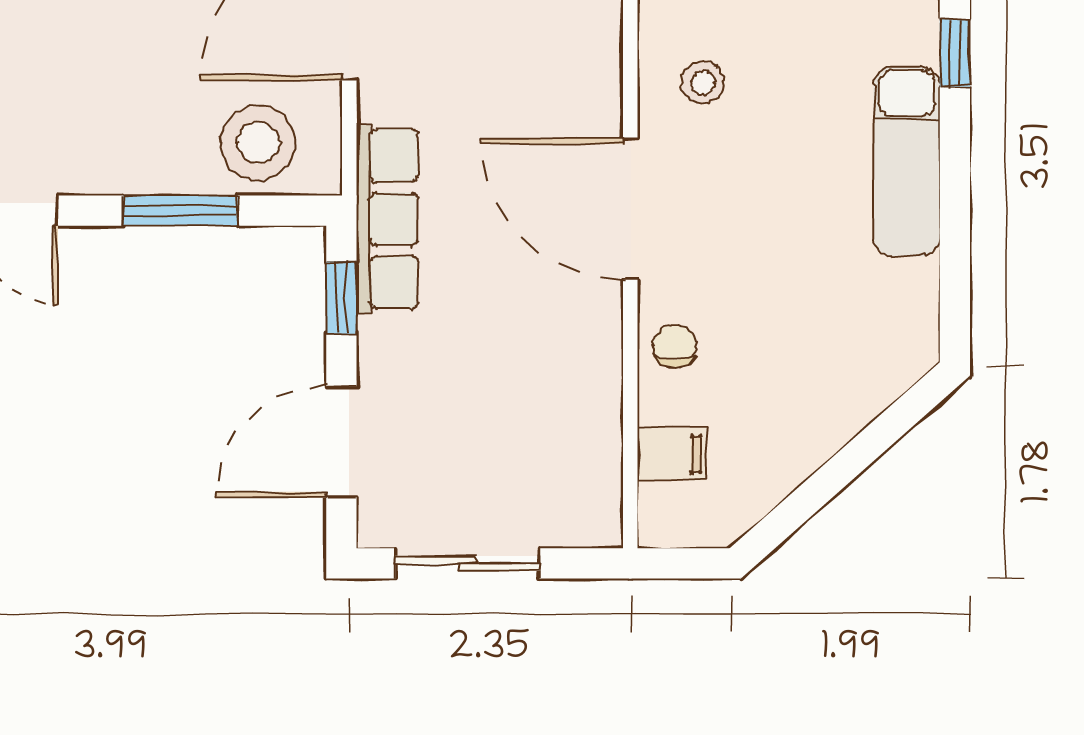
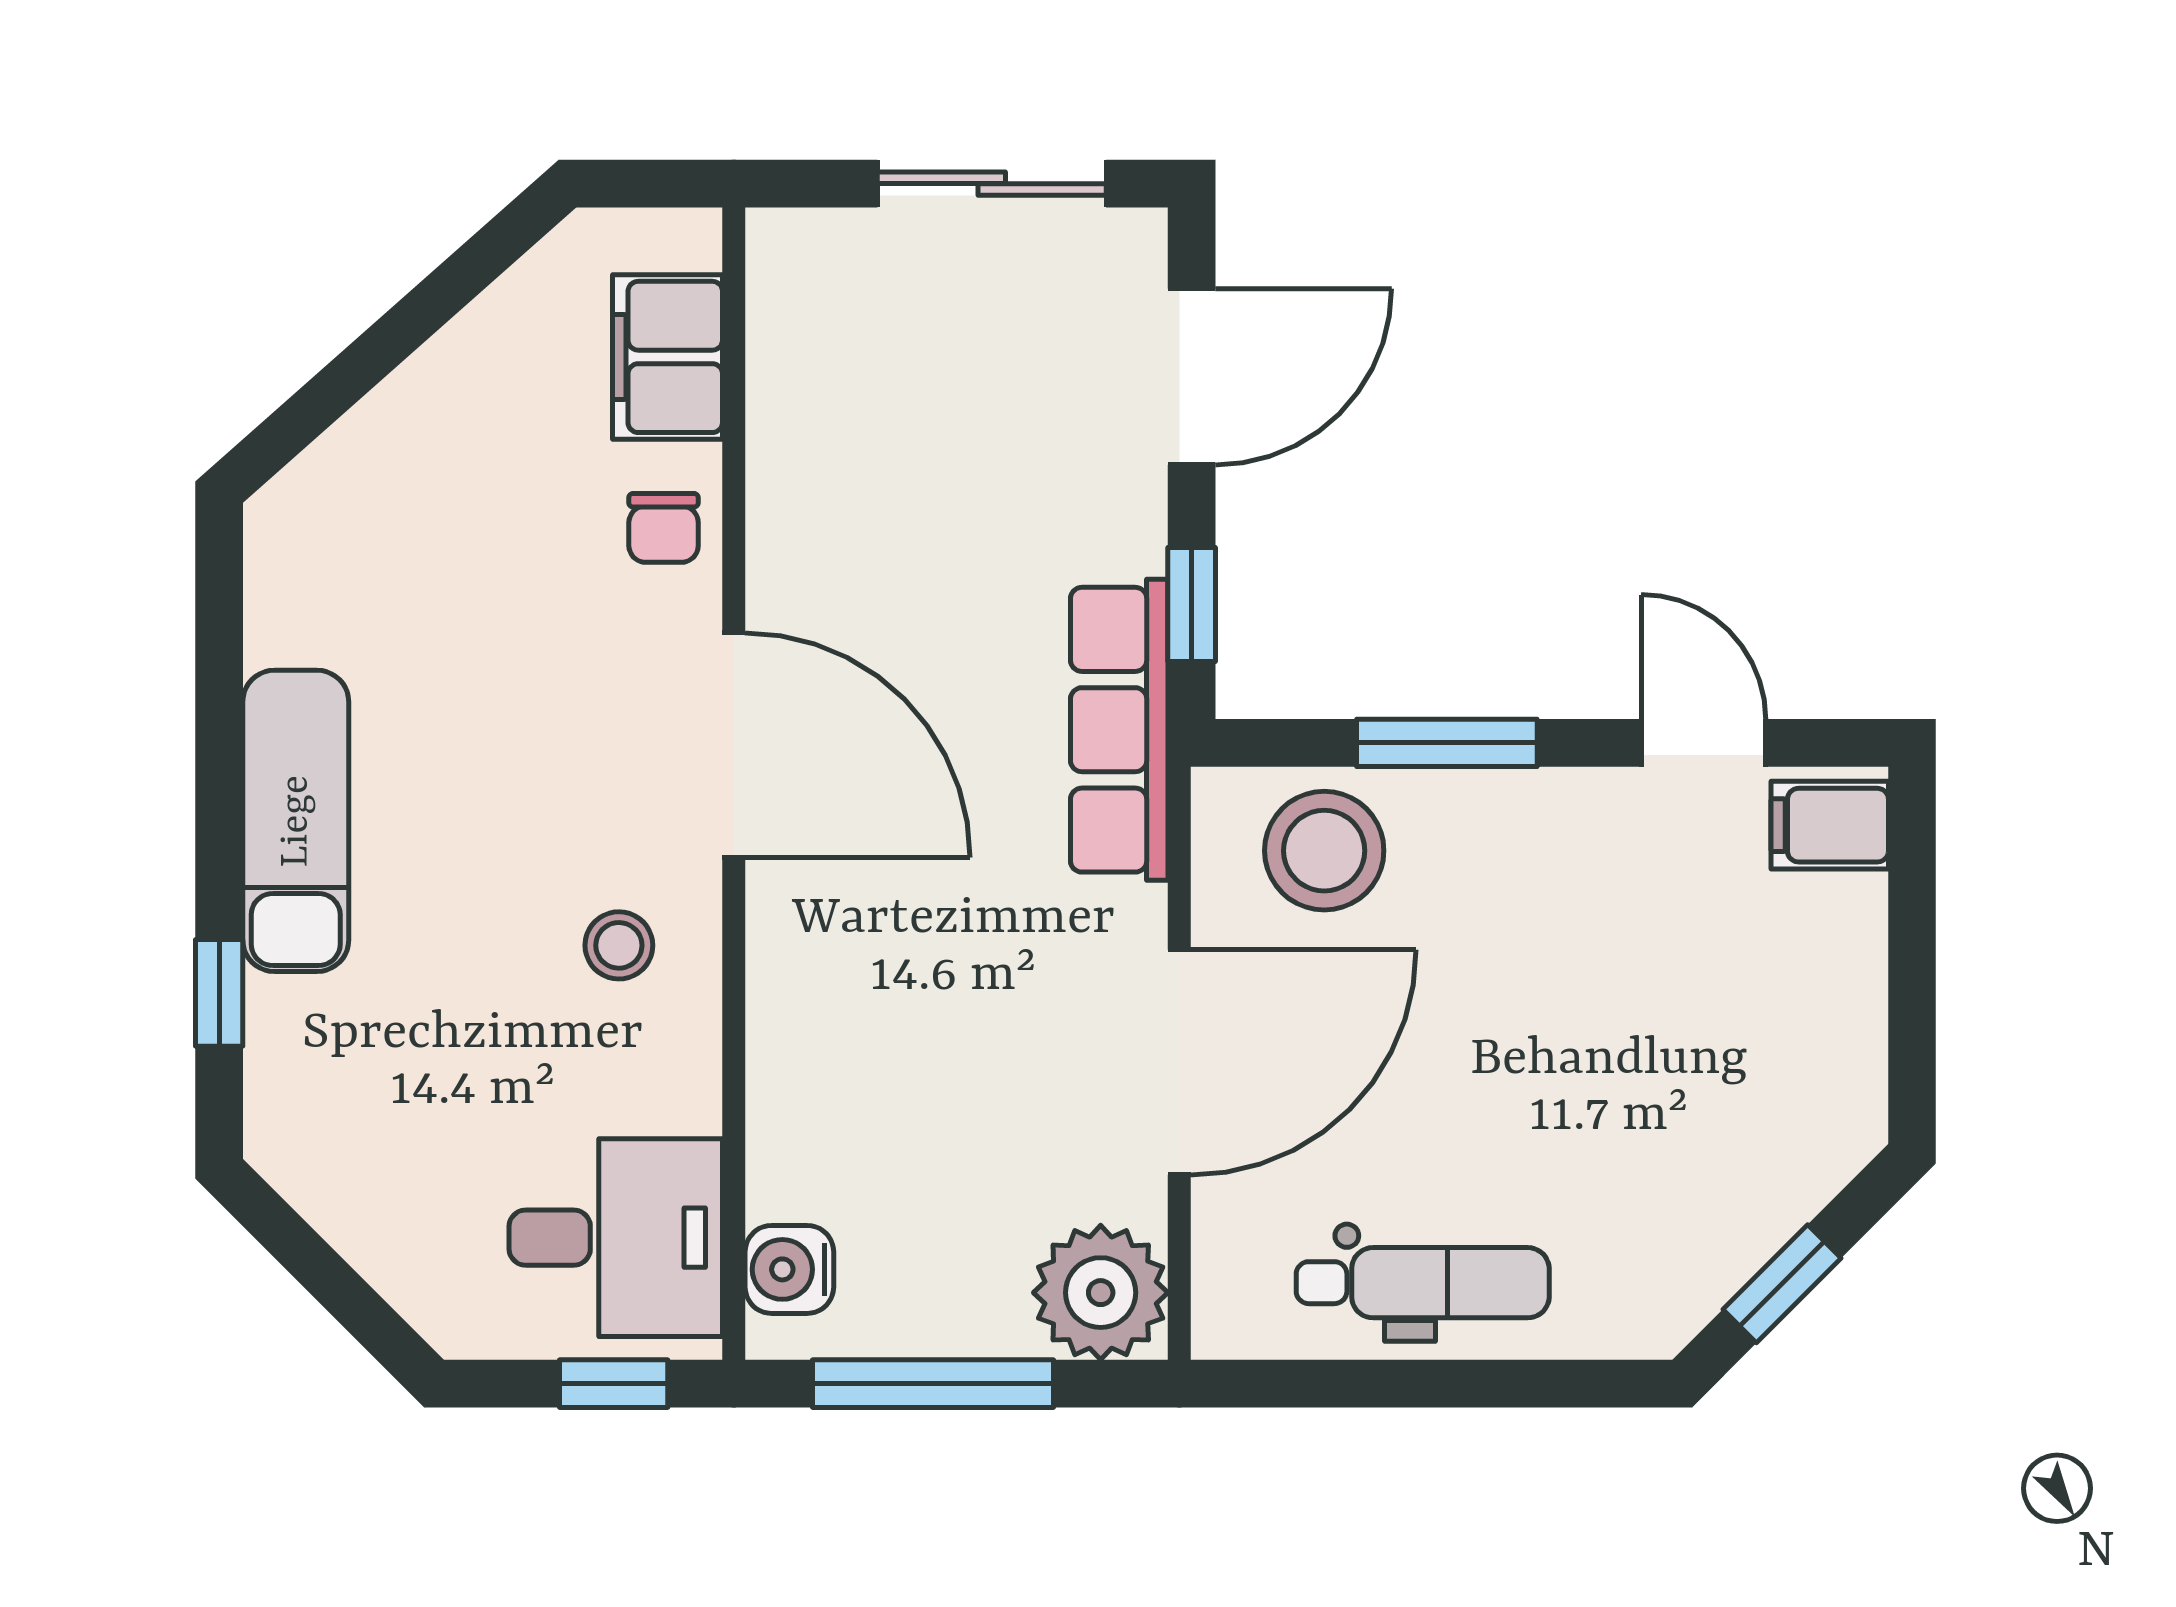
filing cabinet: (672, 454) -> (668, 357), width x2.00

